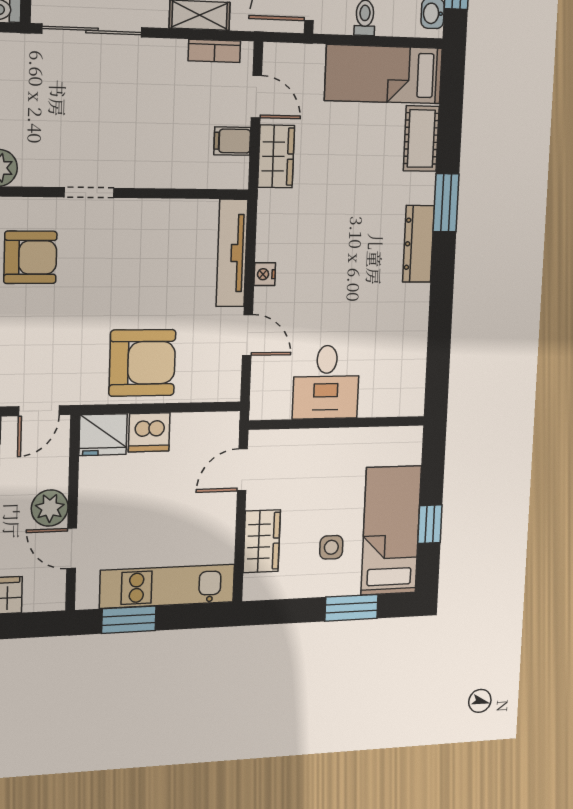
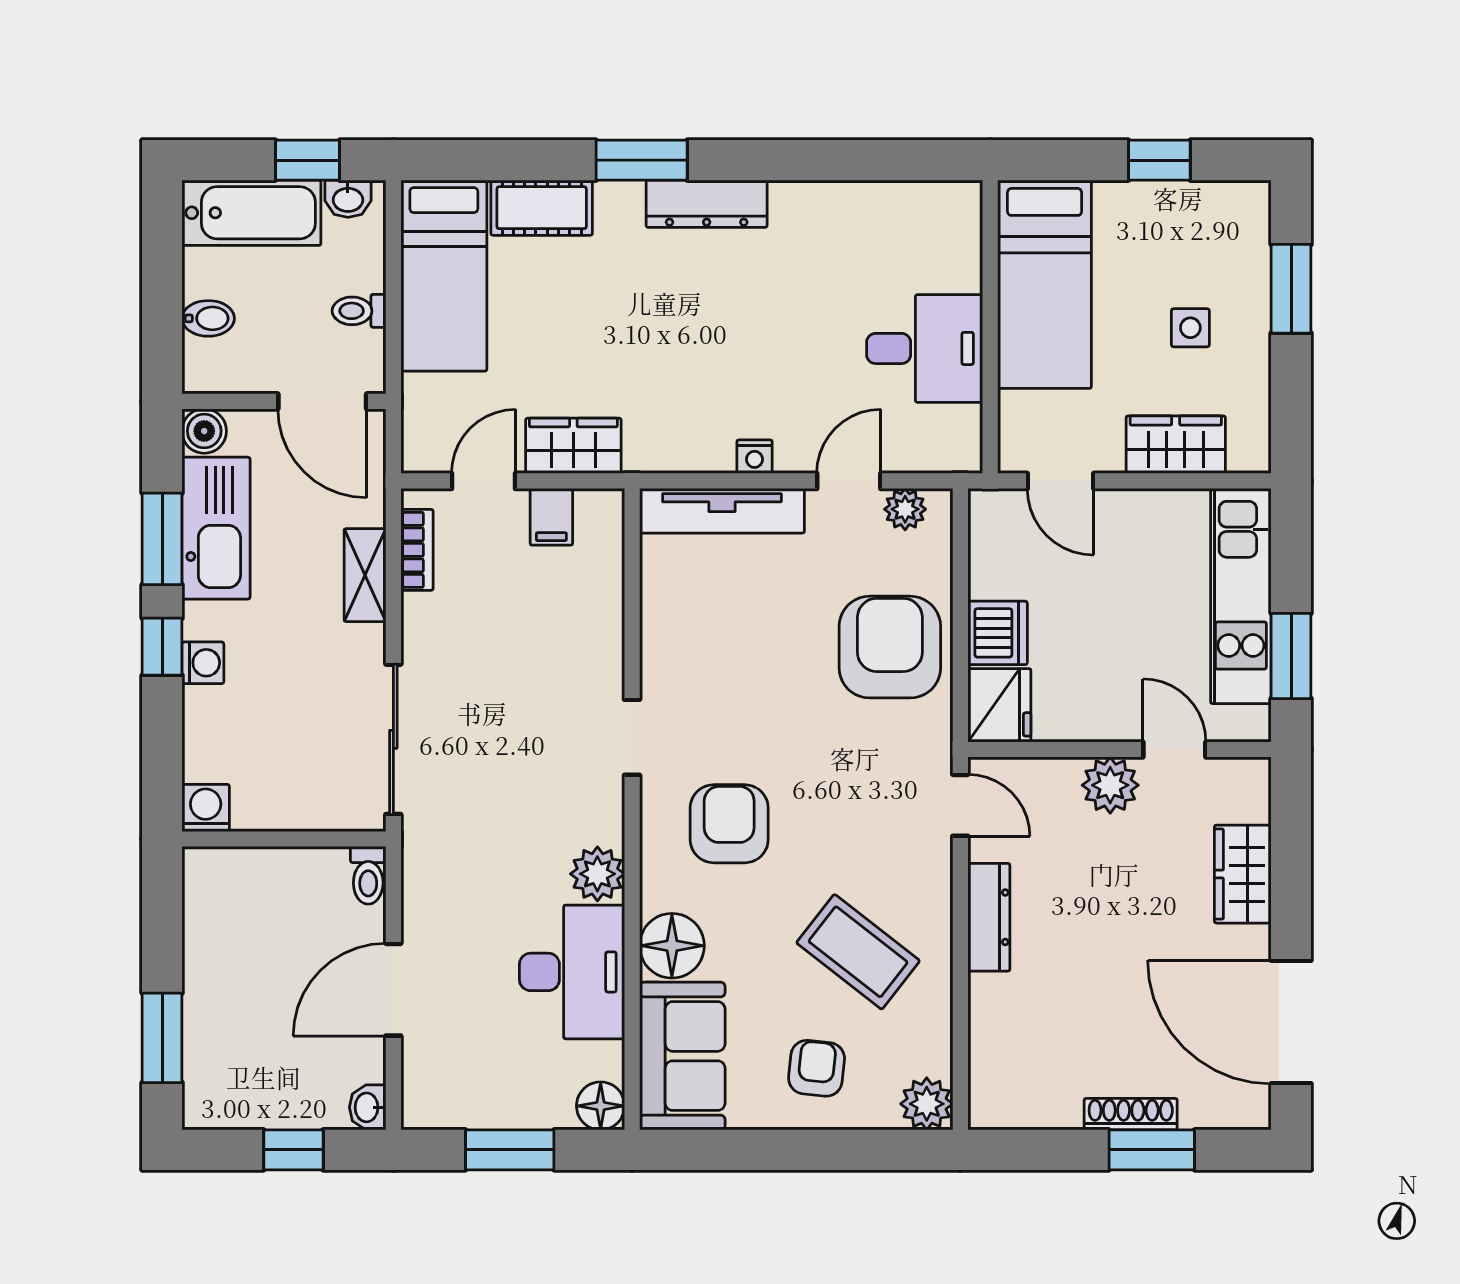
plant: (229, 371) -> (905, 509), added
bed: (391, 530) -> (1045, 284), moved, turned -90
door: (72, 548) -> (1174, 749), swing flipped

